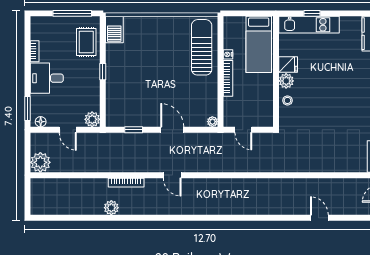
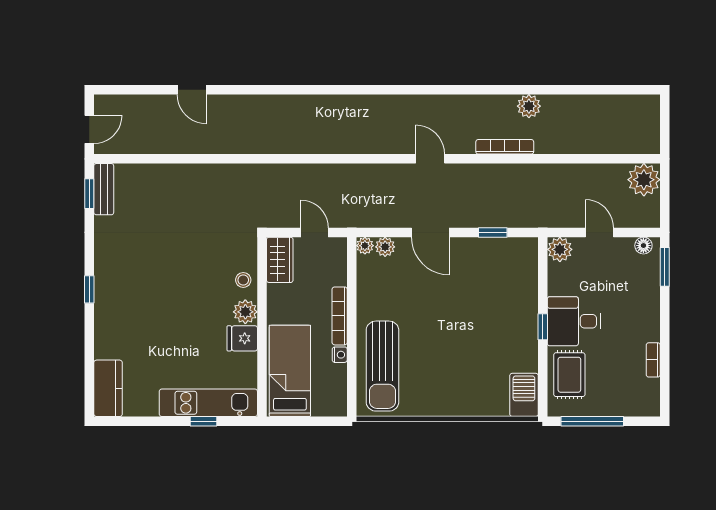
desk: (47, 78) -> (574, 321), moved, turned 180
wardrobe: (265, 113) -> (280, 260), added
plant: (200, 121) -> (385, 247), added

